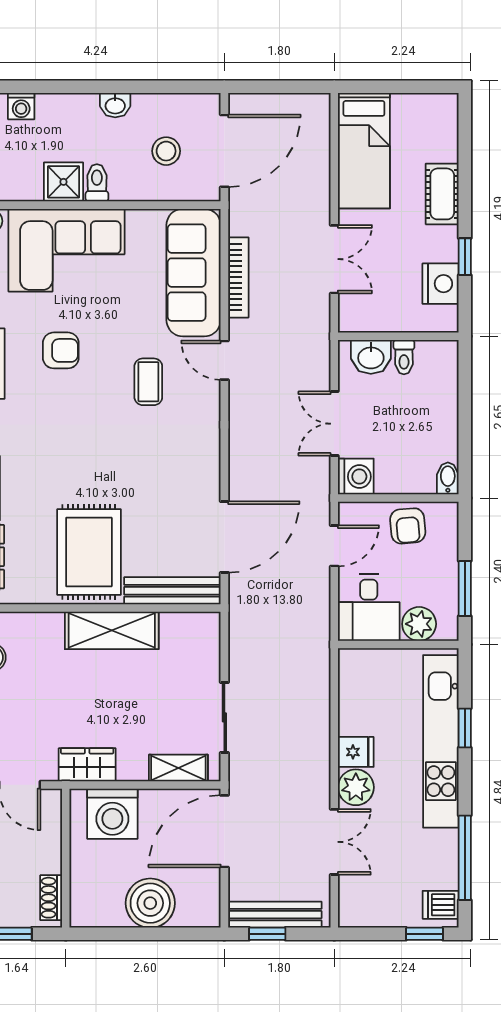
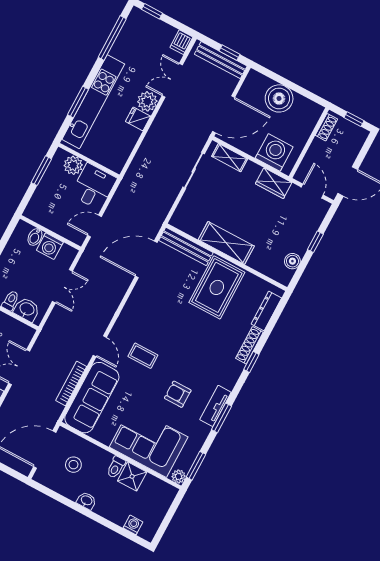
coffee table: (148, 382) -> (143, 356), turned 90
washing machine: (356, 477) -> (50, 246), moved, turned -90
bidet: (448, 478) -> (35, 237), moved
armchair: (408, 526) -> (53, 217), removed
window: (465, 728) -> (78, 102), width x1.50
dishwasher: (441, 905) -> (181, 42), moved, turned 90

